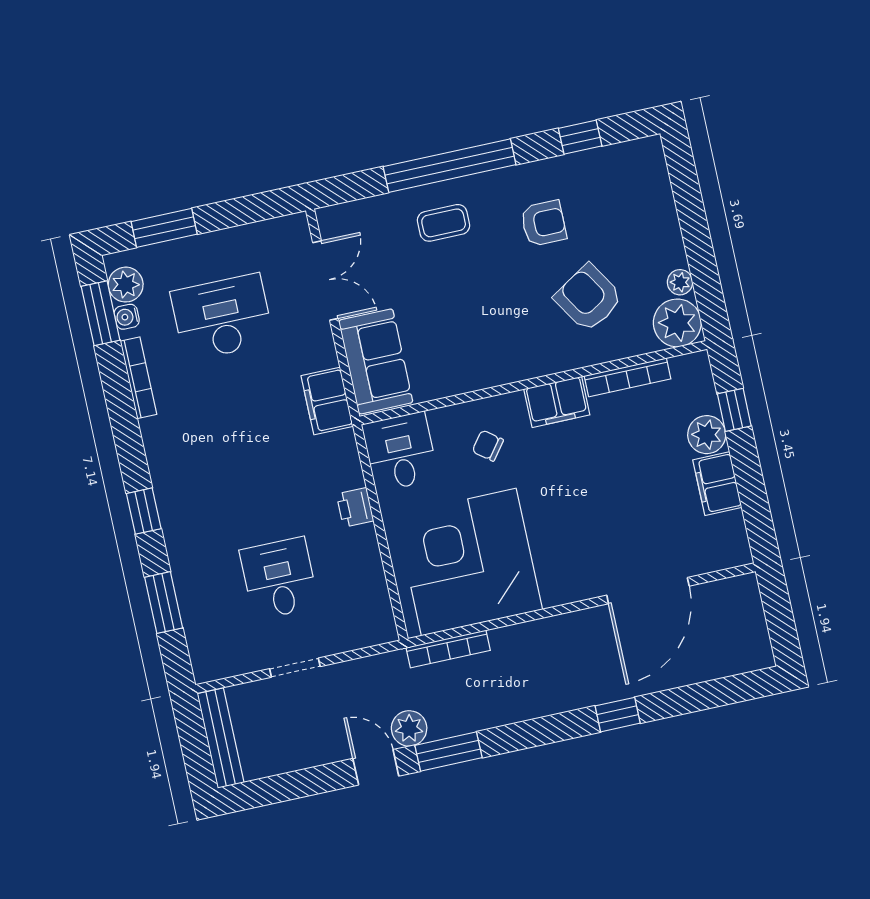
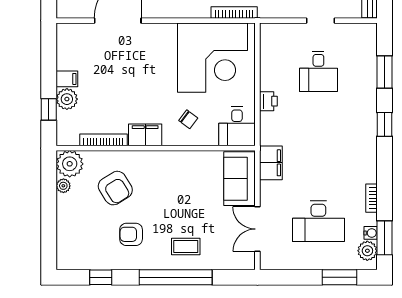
bookcase: (139, 378) -> (371, 198), width x0.64
filing cabinet: (717, 484) -> (67, 79), width x0.50

